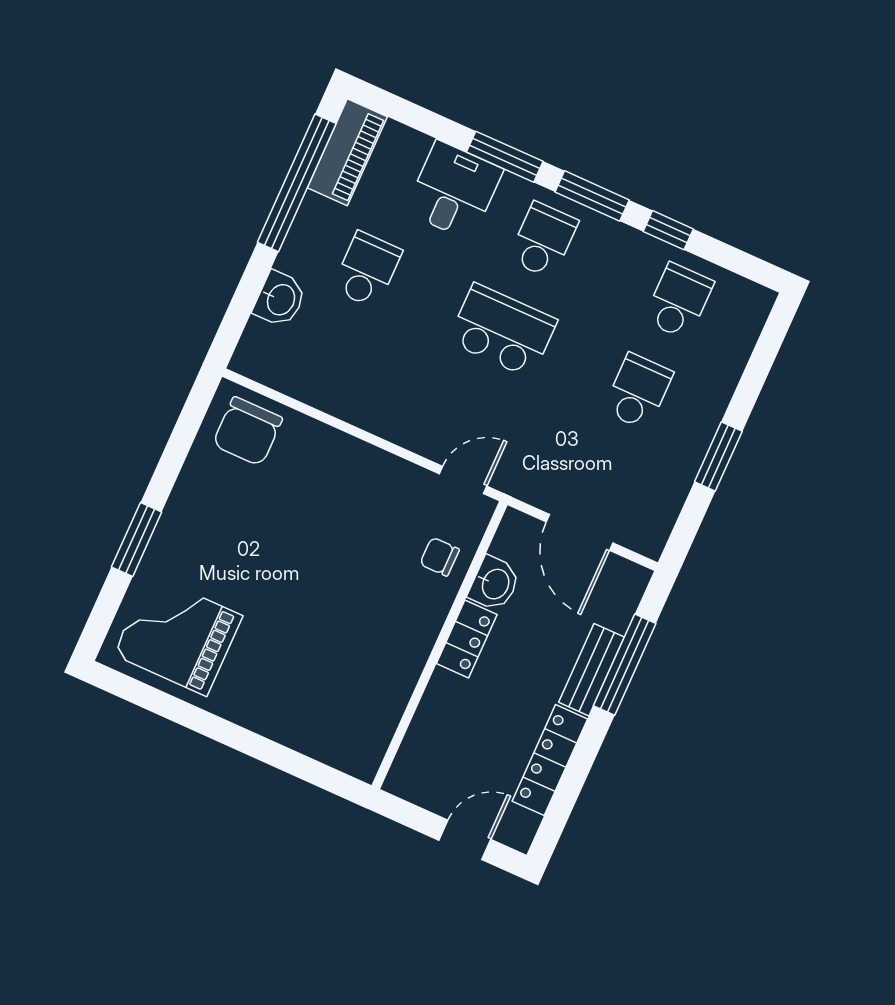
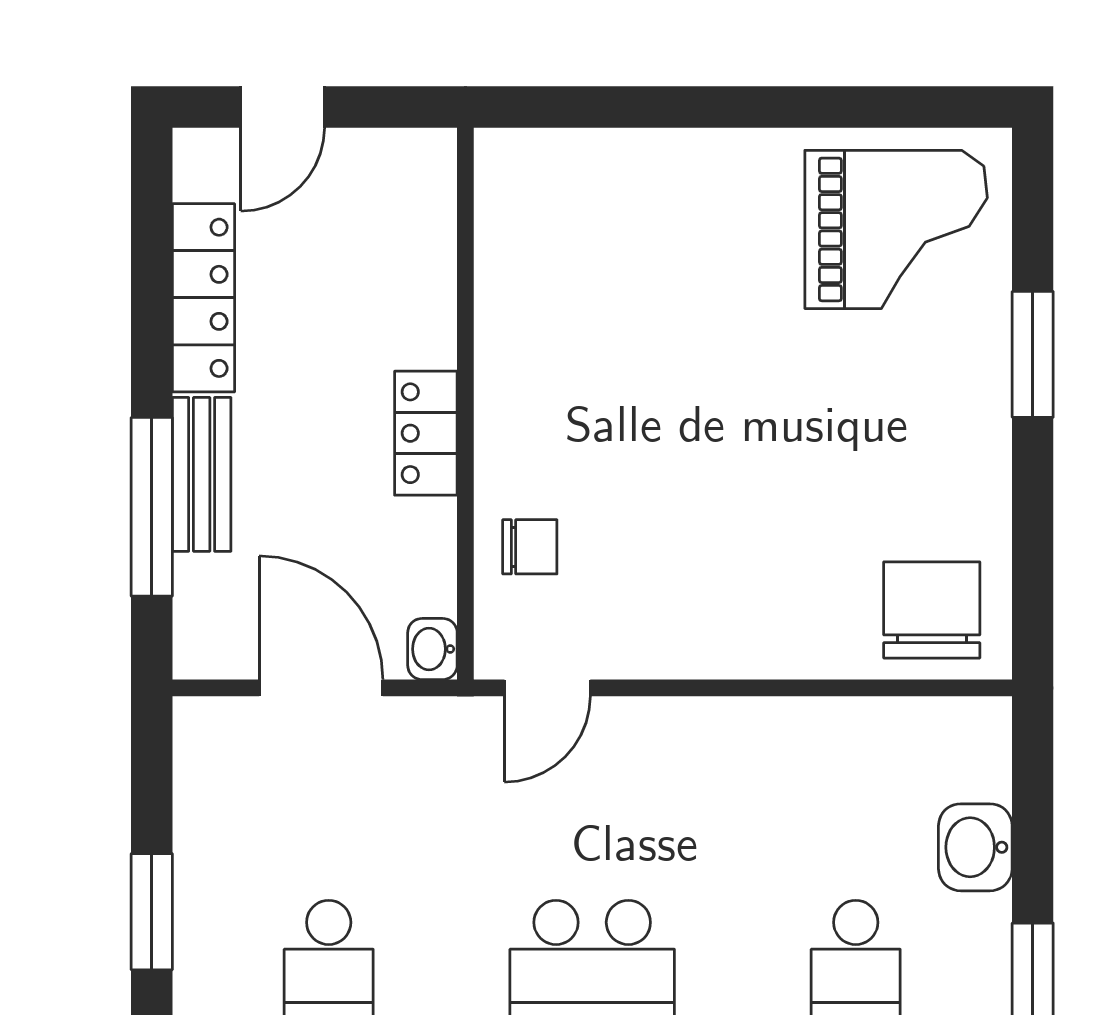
washbasin: (494, 584) -> (432, 649), moved, width x0.72, depth x0.69

